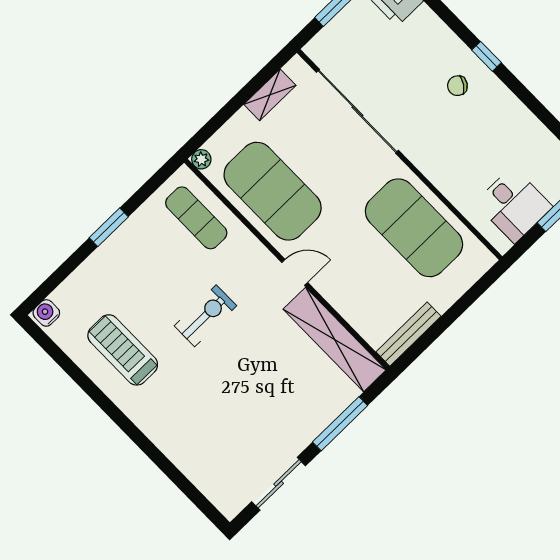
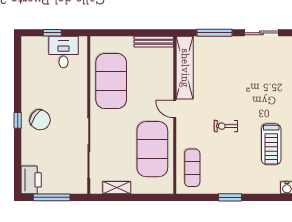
chair: (457, 86) -> (40, 120), width x1.87, depth x1.87
plant: (201, 159) -> (168, 189), removed
exercise bike: (205, 316) -> (226, 126), width x0.73, depth x0.72

